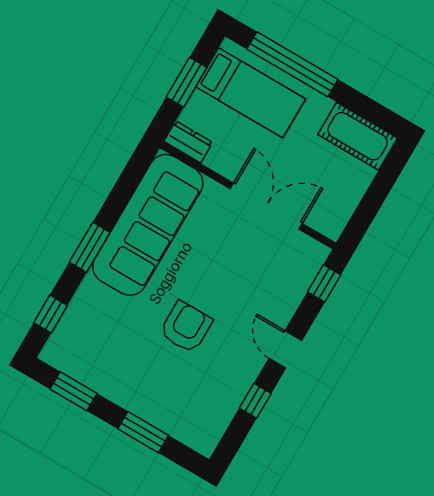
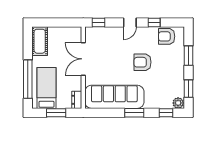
plant: (56, 352) -> (178, 103), added
armchair: (211, 410) -> (167, 36), added

